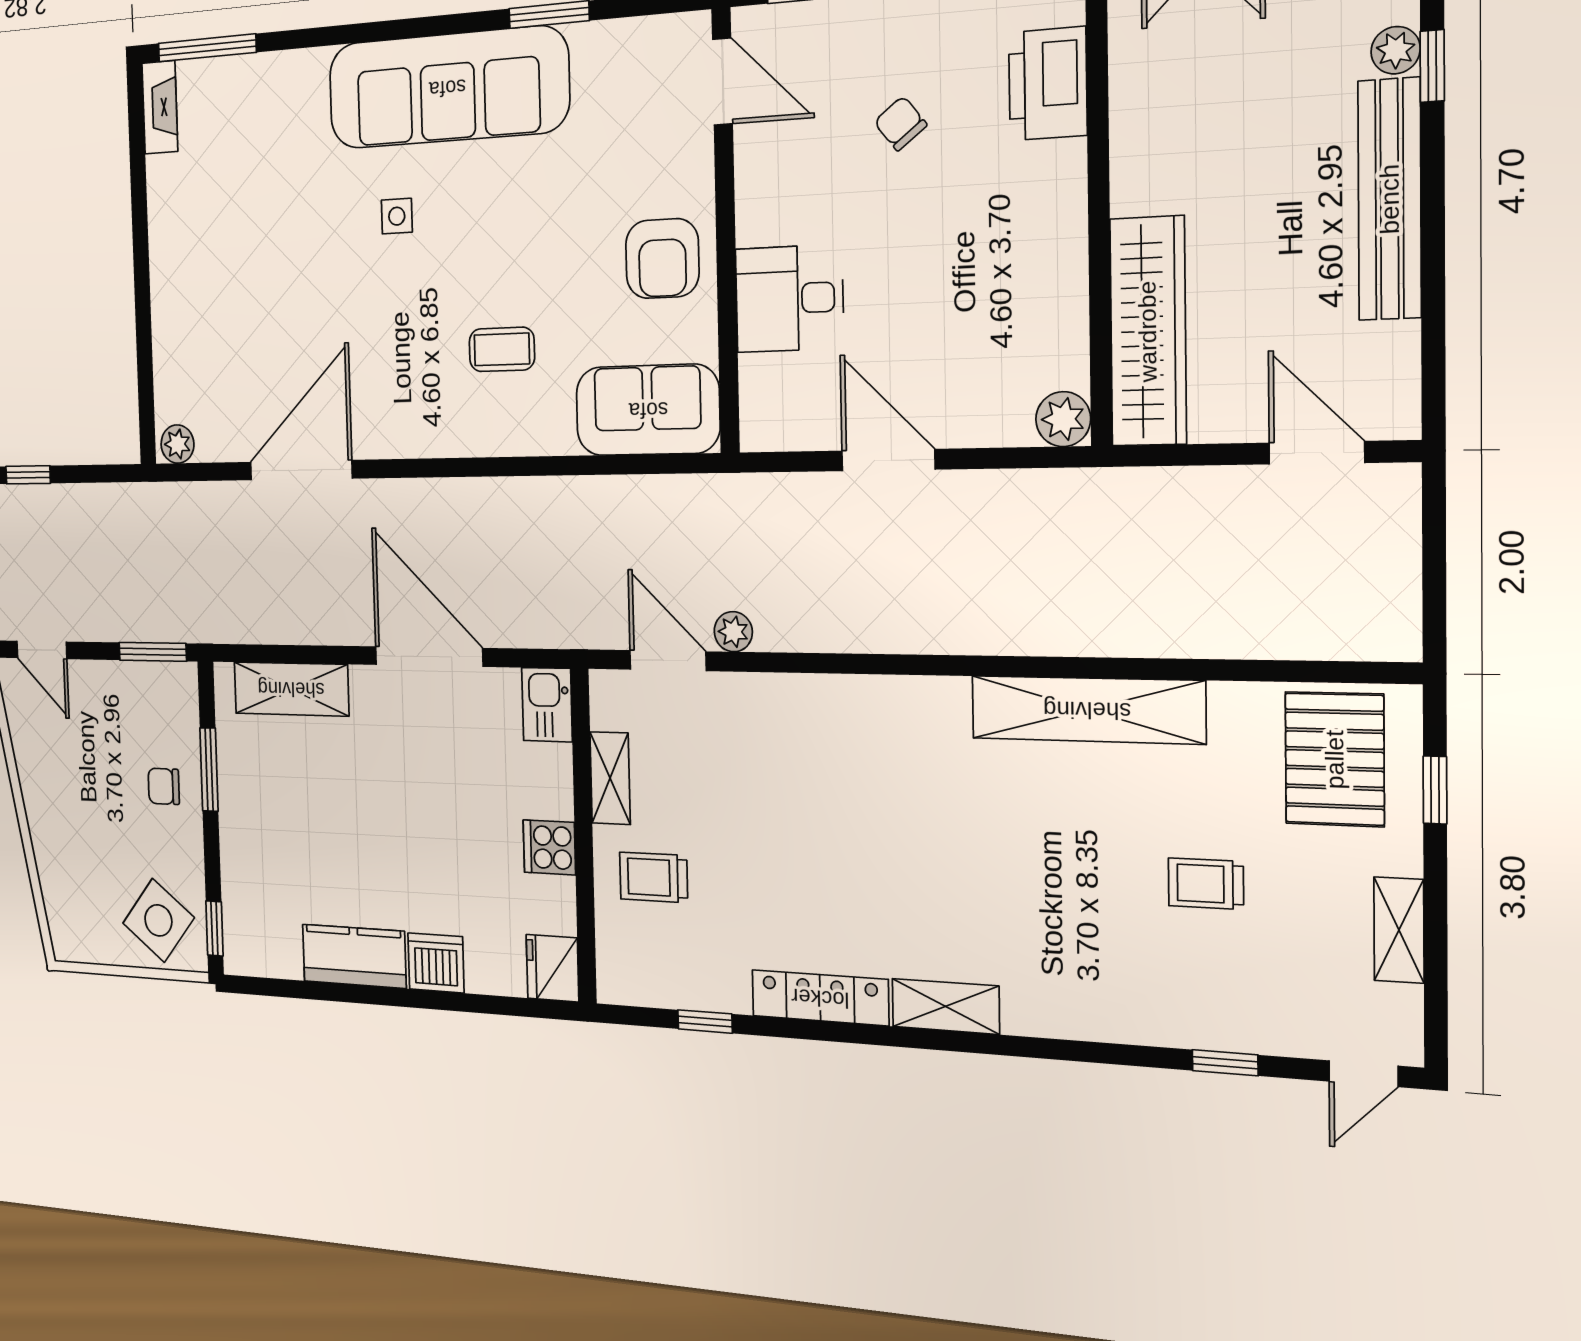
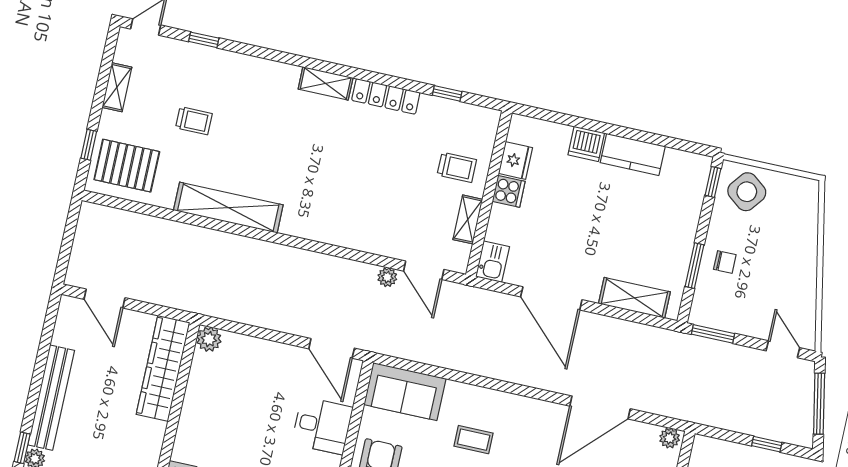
door: (888, 460) -> (332, 348), moved
pallet: (1335, 759) -> (127, 166), turned 90
fridge: (552, 968) -> (515, 161), moved

